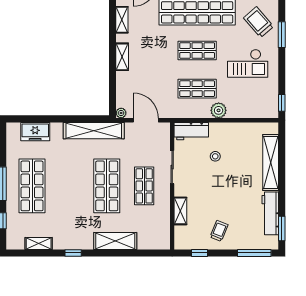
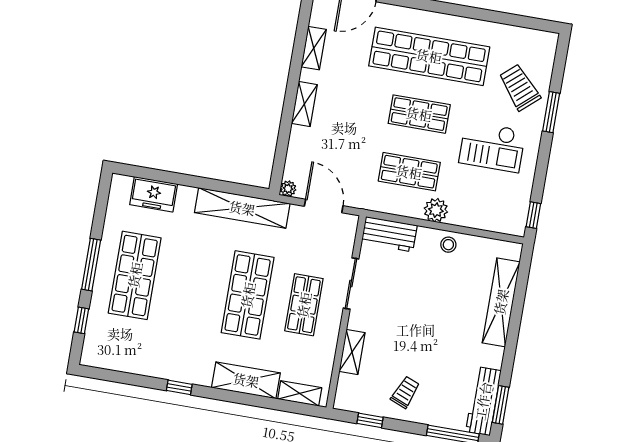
stool: (215, 156) -> (448, 245), moved
workbench: (270, 213) -> (483, 401), moved
shelving: (39, 243) -> (300, 393), moved

